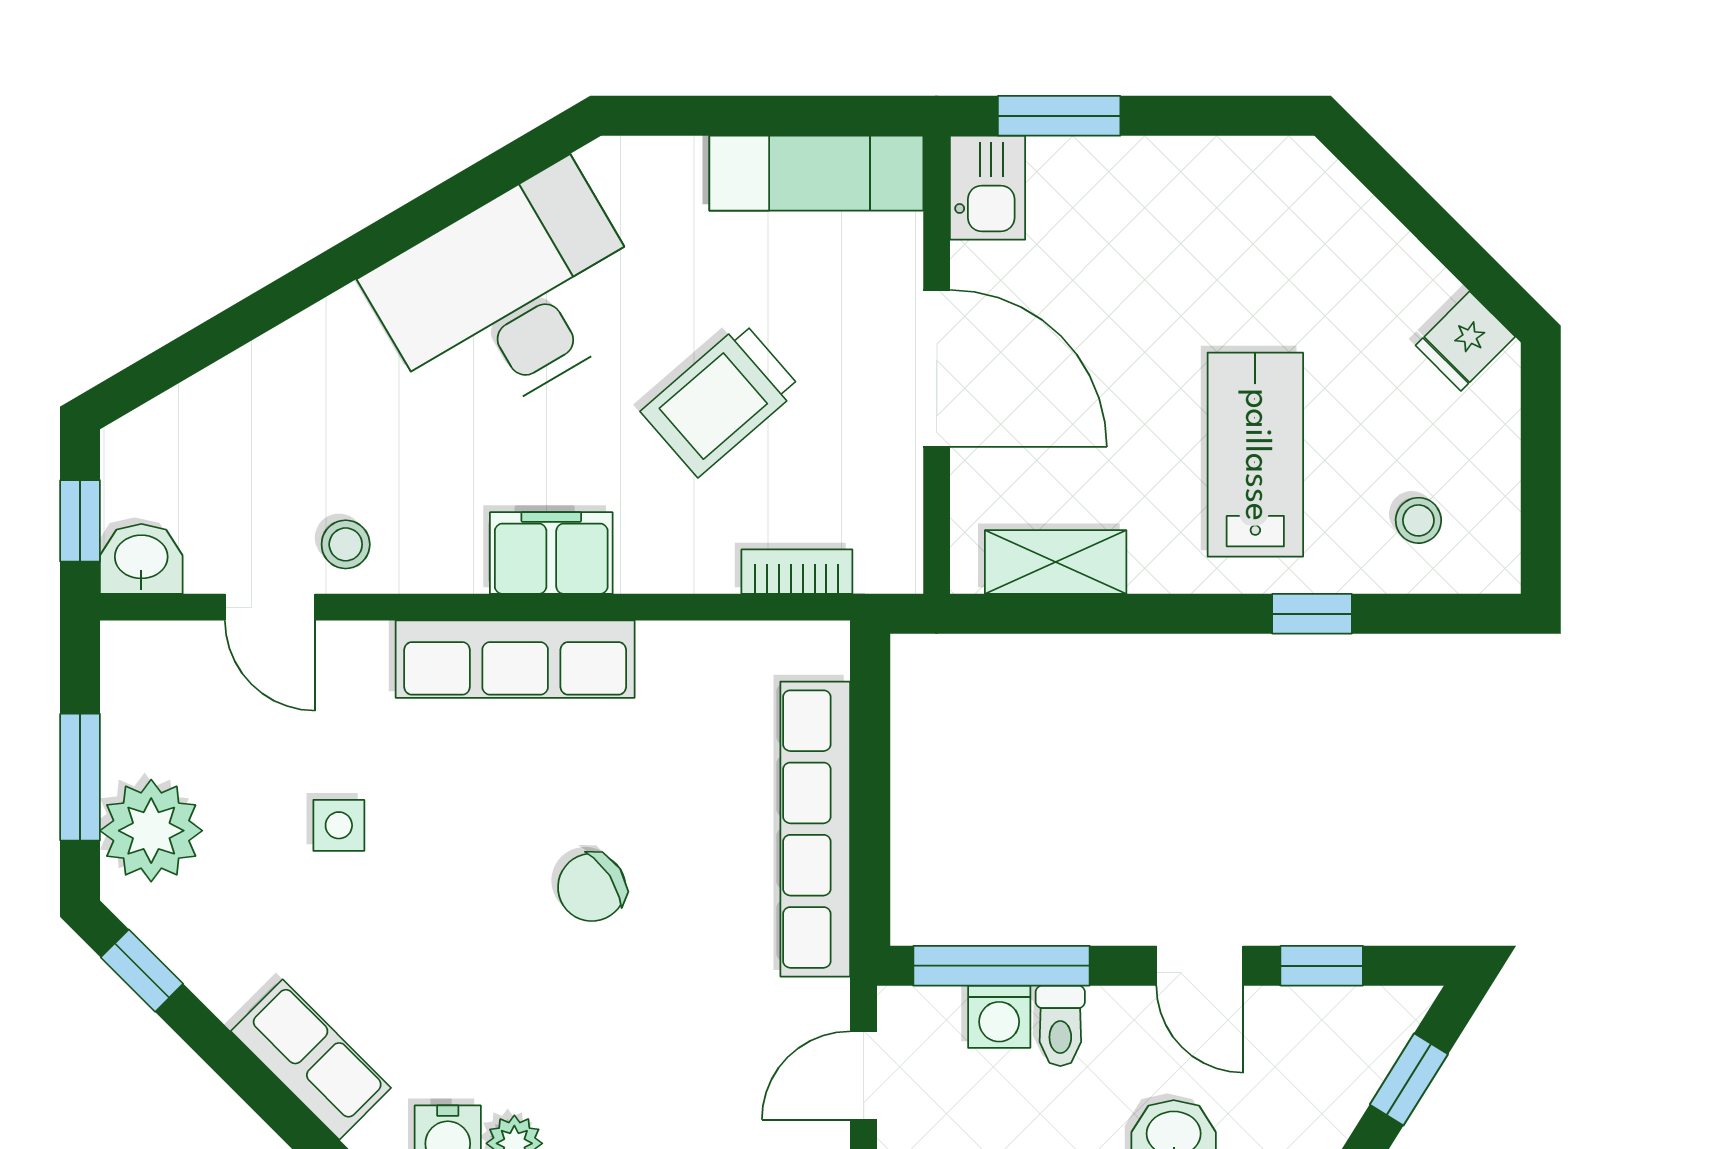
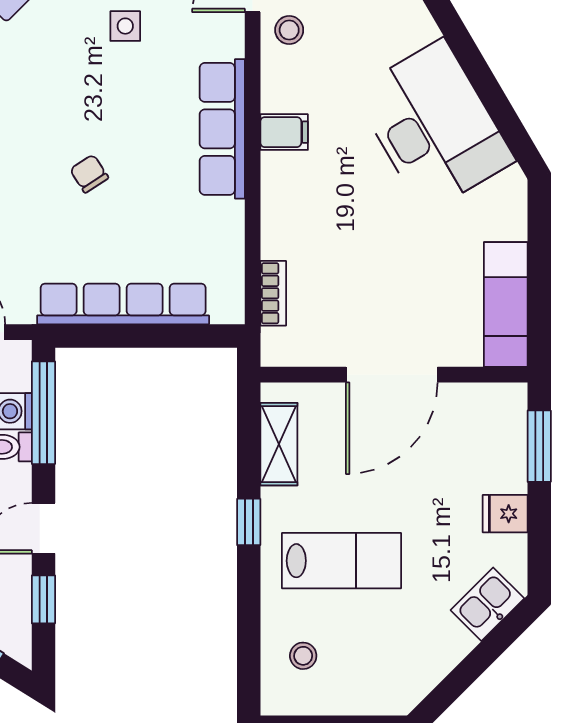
kitchen sink: (987, 188) -> (487, 604), moved, turned 135
fridge: (1465, 341) -> (505, 514), moved, turned -45
trolley: (721, 400) -> (374, 249), removed
filing cabinet: (551, 553) -> (284, 132), width x0.50
window: (1312, 614) -> (249, 522), moved
chair: (592, 887) -> (89, 174), width x0.73, depth x0.73

